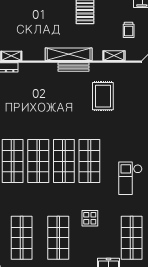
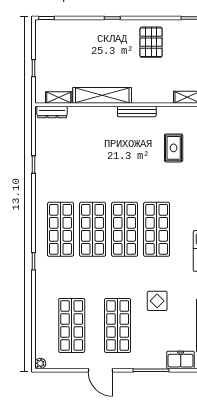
shelving: (69, 54) -> (102, 95), moved
rug: (103, 96) -> (174, 148), width x0.73, depth x0.70

